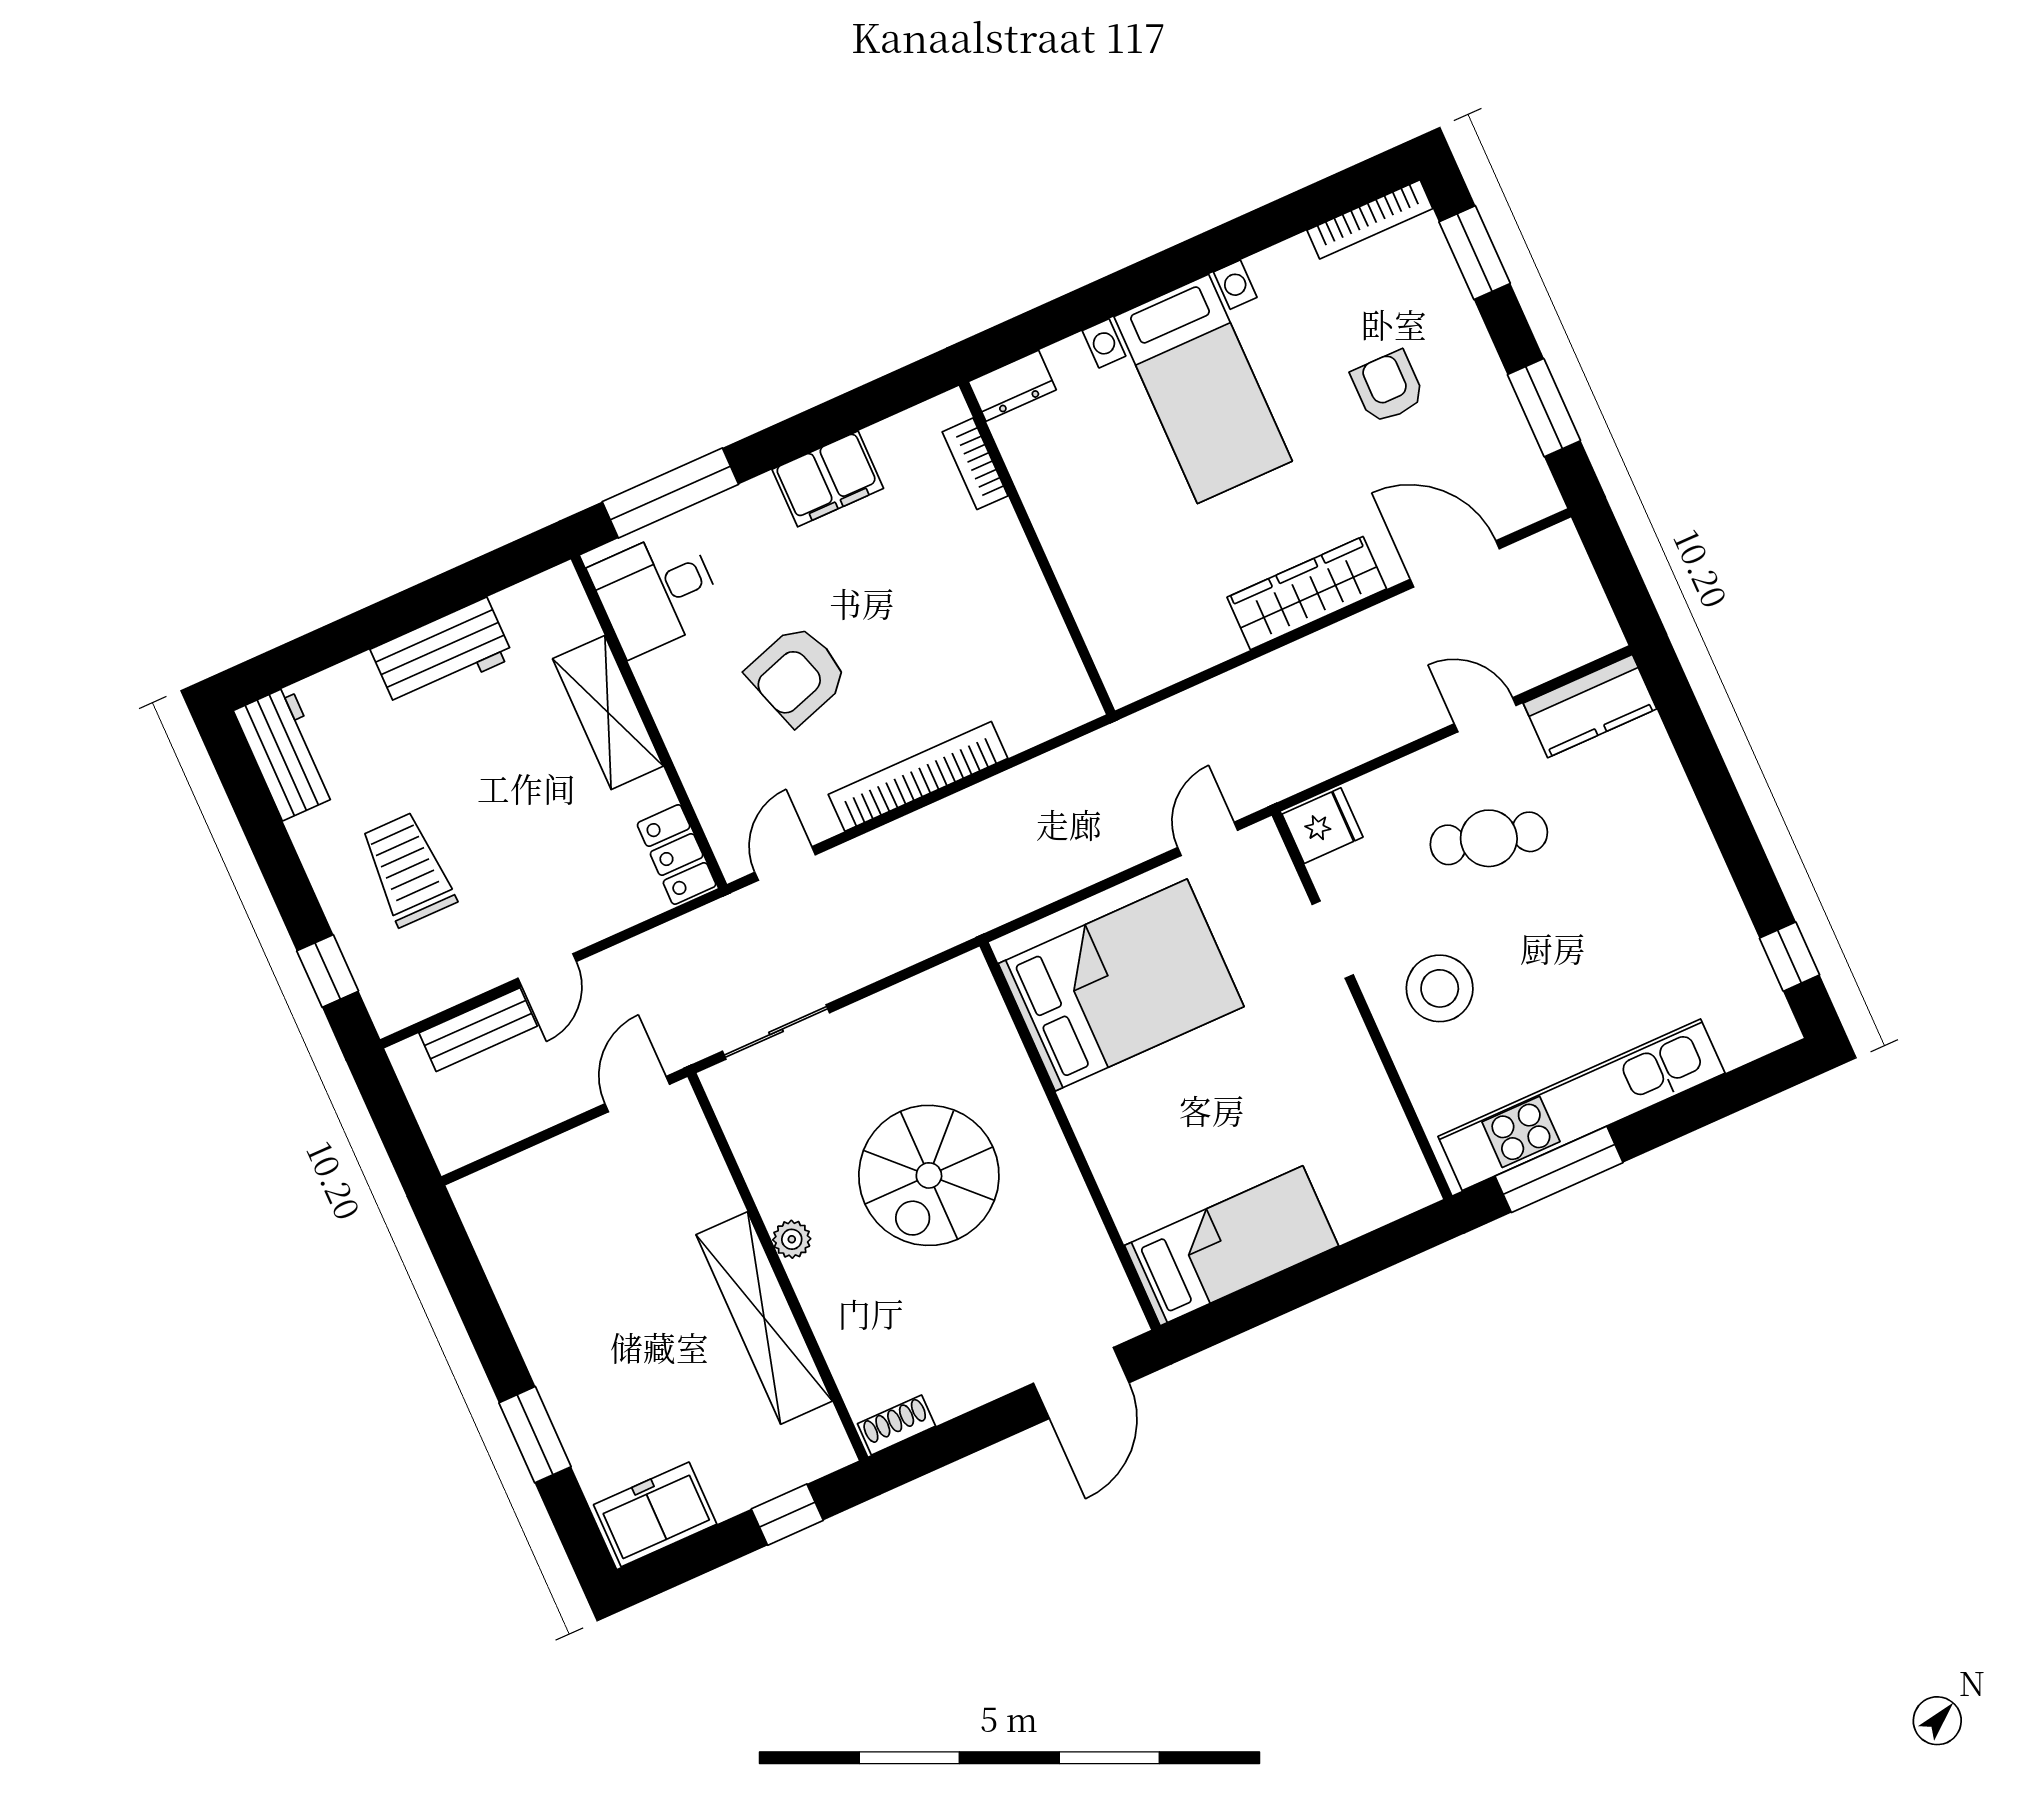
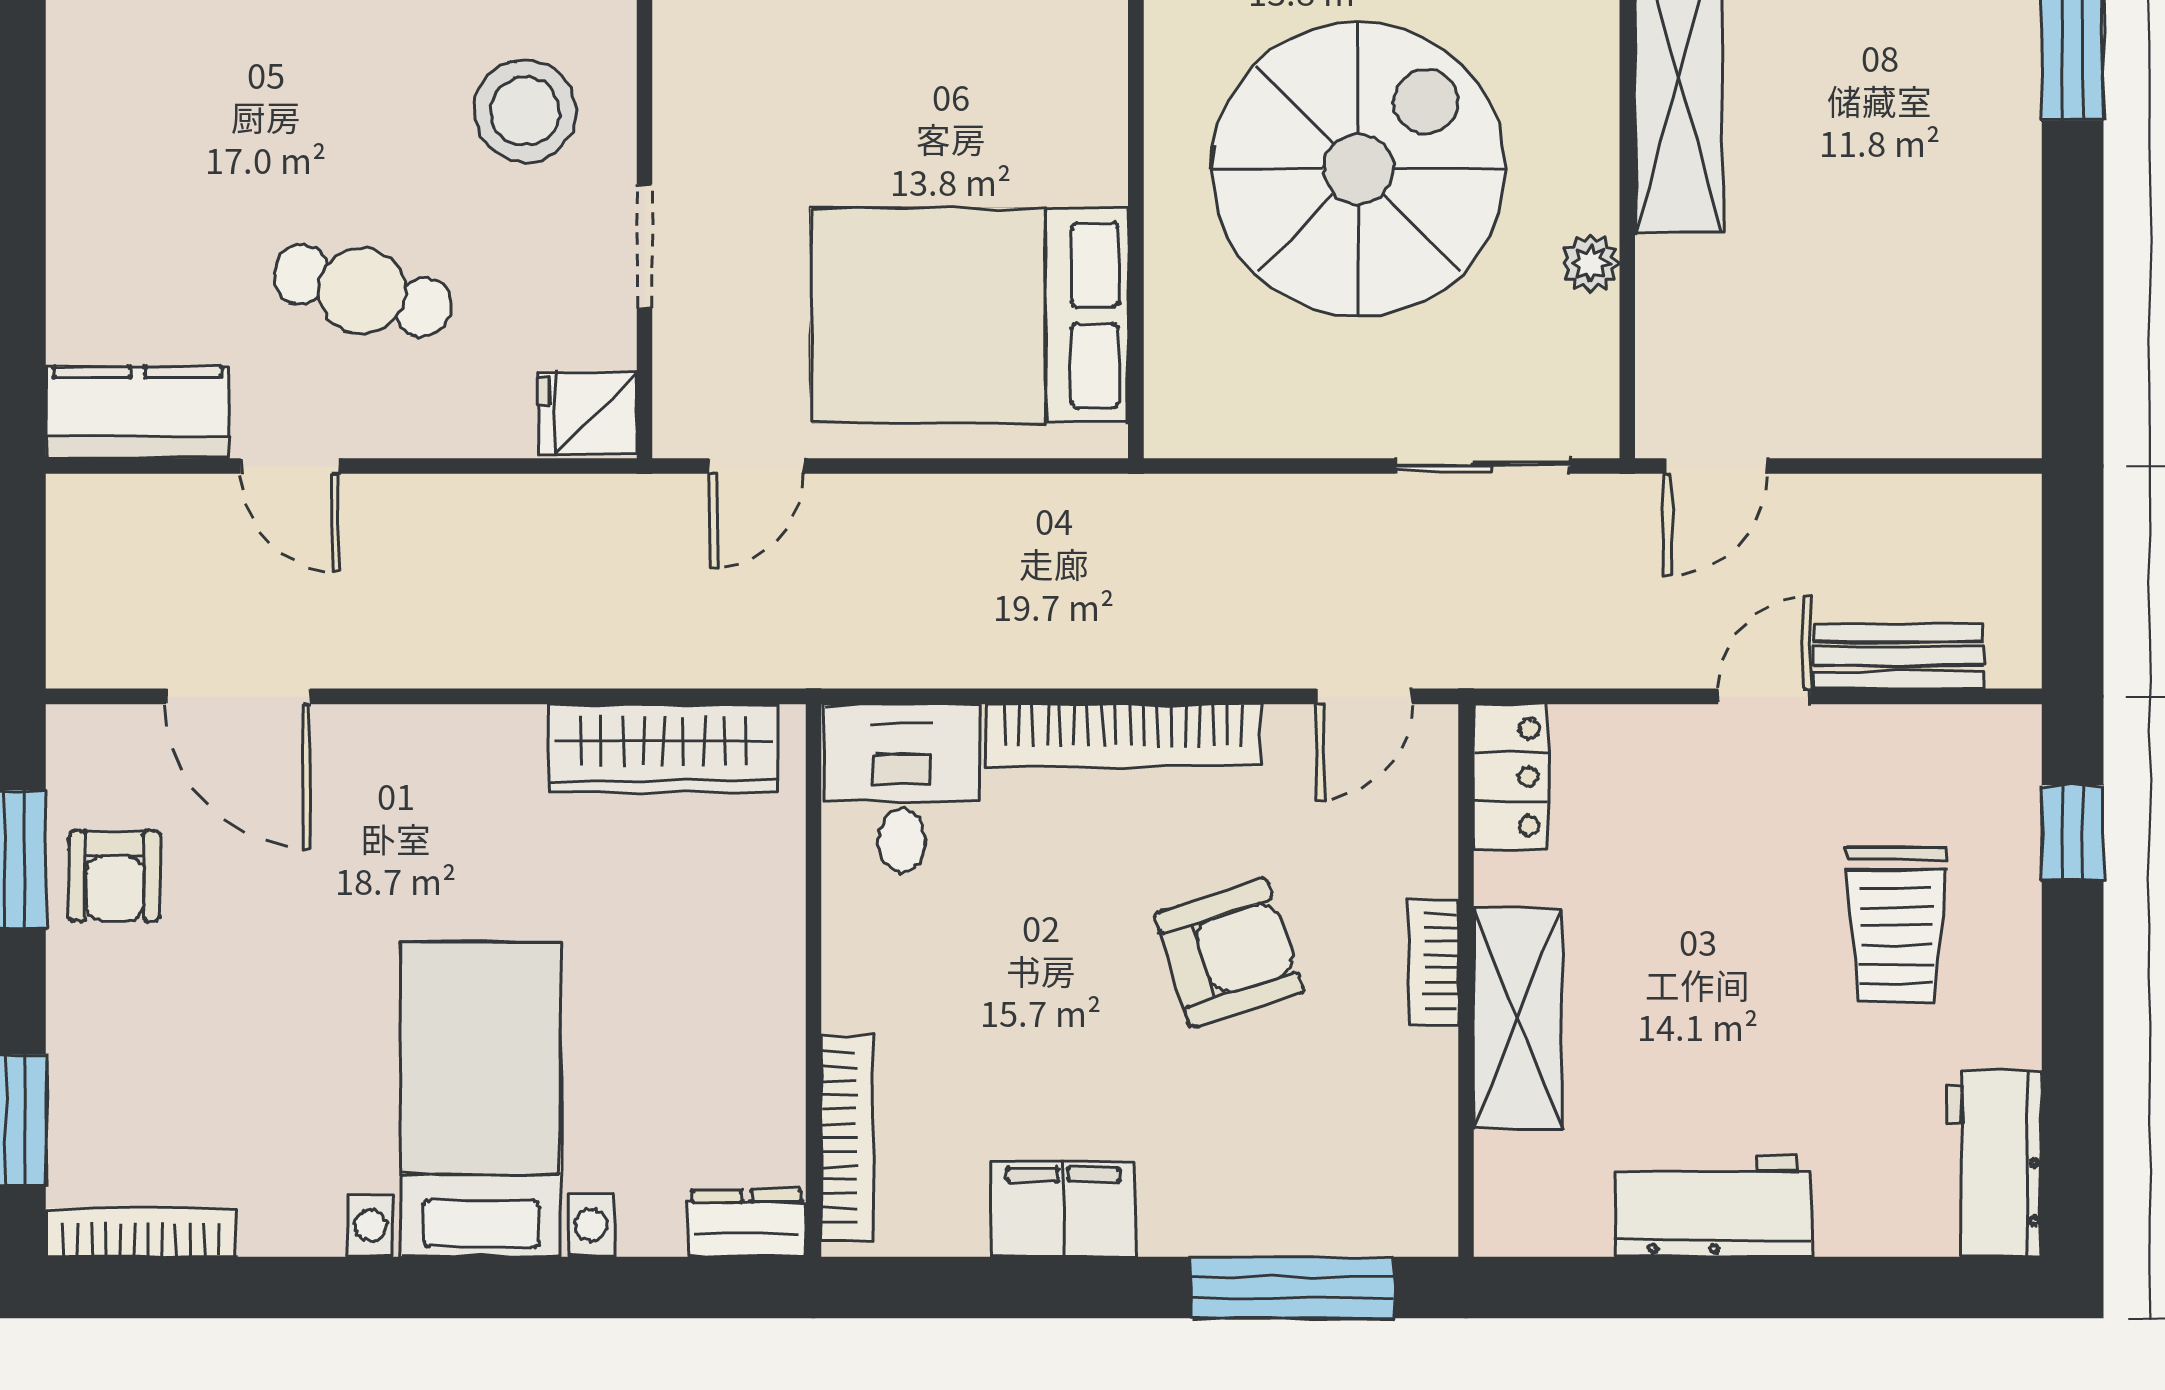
armchair: (1388, 387) -> (115, 876), moved
bookcase: (975, 464) -> (847, 1137), width x1.56
desk: (656, 592) -> (902, 788), moved, turned -90
wardrobe: (1307, 593) -> (663, 748), moved
bookcase: (673, 724) -> (1433, 961), added
spiral stairs: (929, 1175) -> (1358, 169), width x1.37, depth x1.37
plant: (792, 1239) -> (1590, 263), moved

